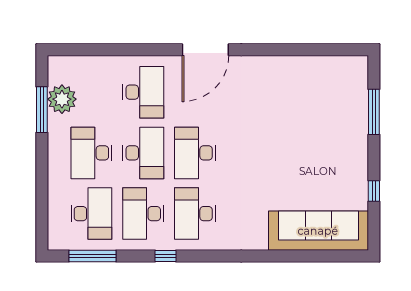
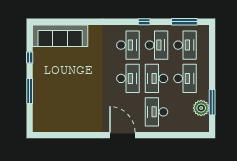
door: (205, 50) -> (122, 135), hinge flipped
window: (374, 112) -> (30, 91), moved
desk: (91, 214) -> (185, 45), turned 180

